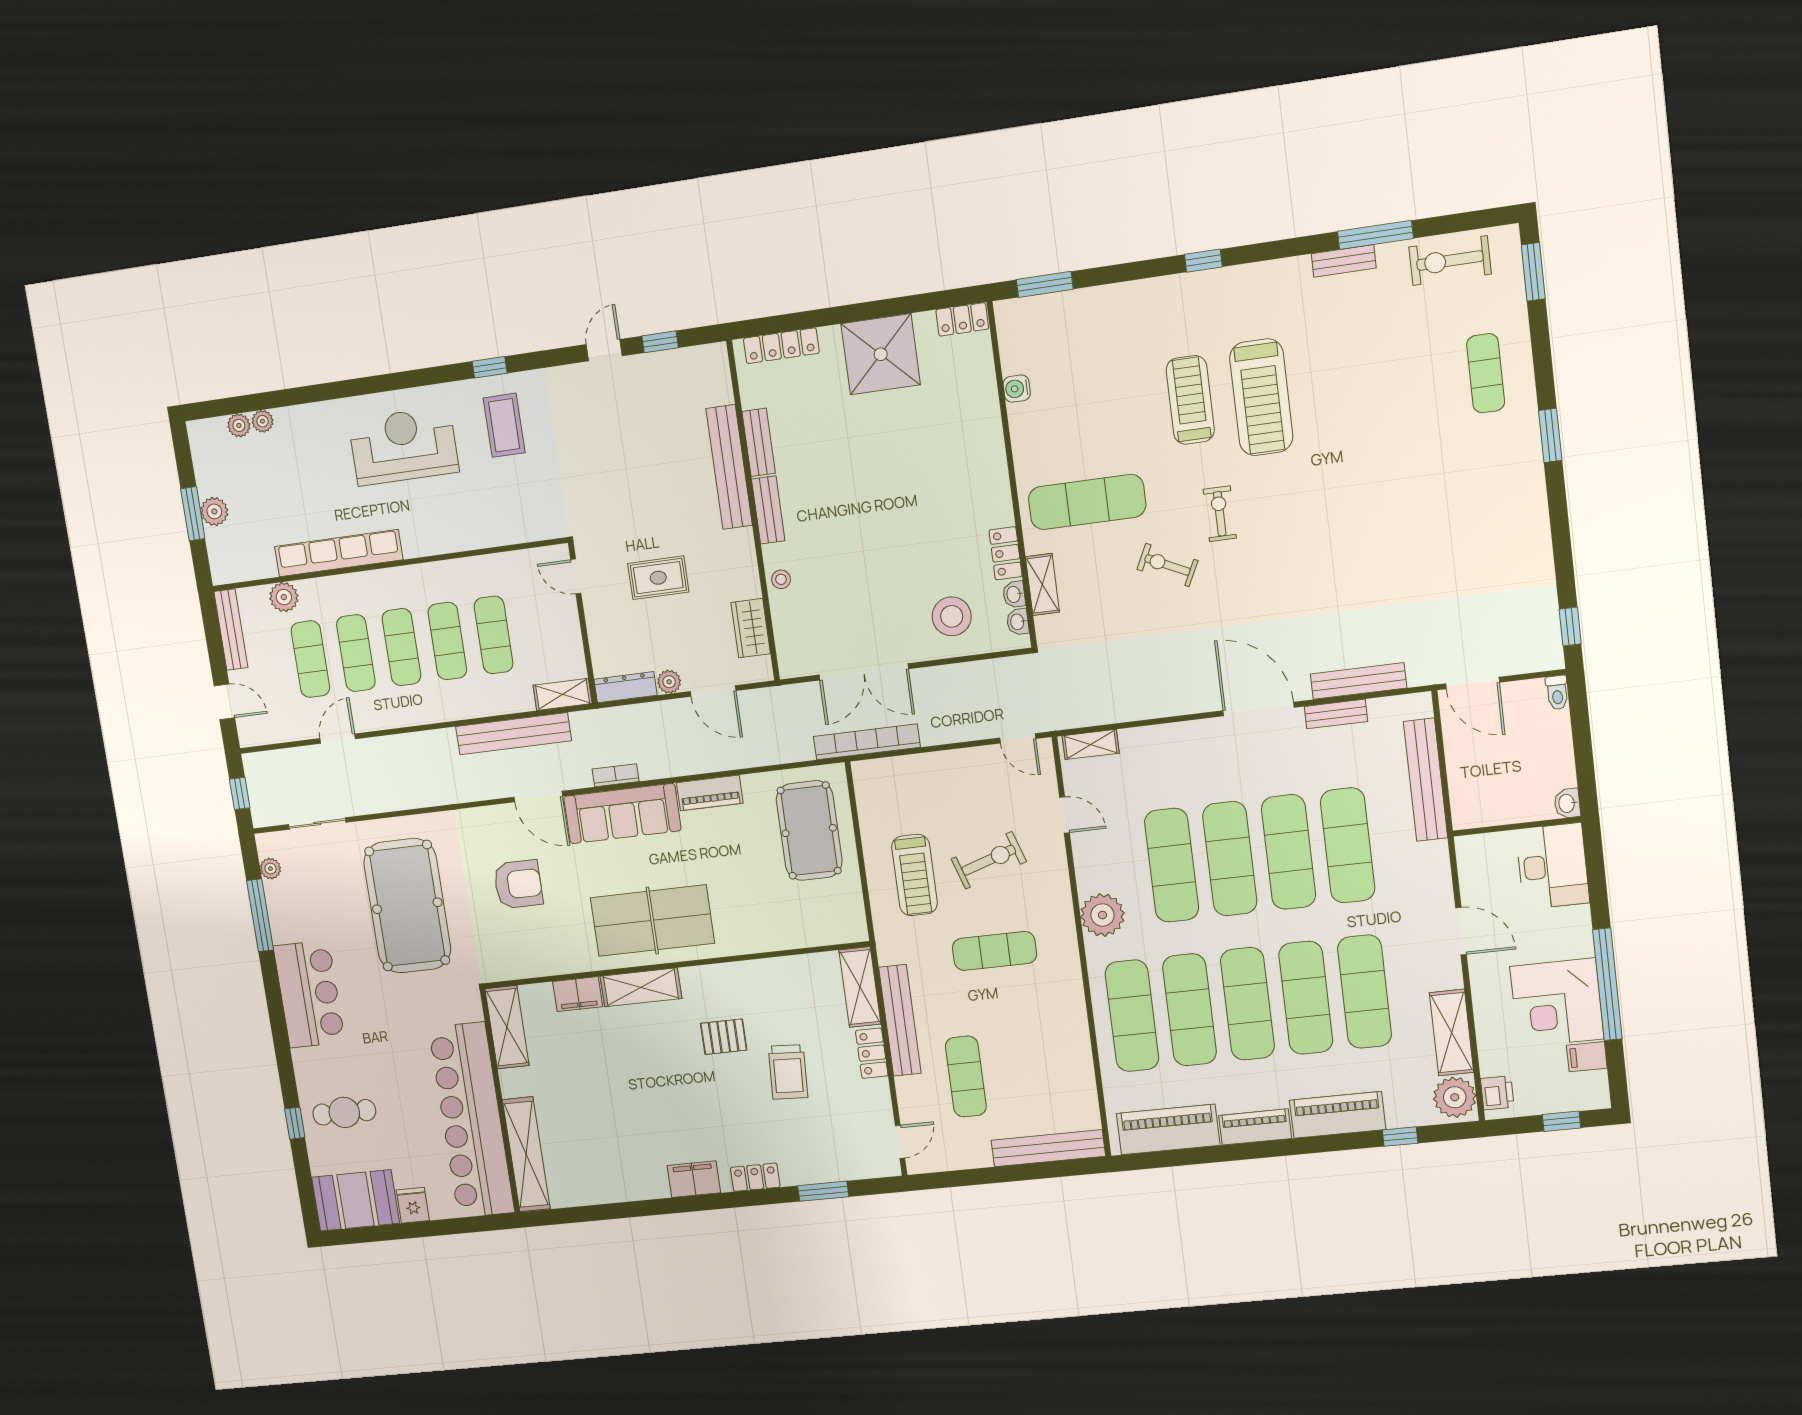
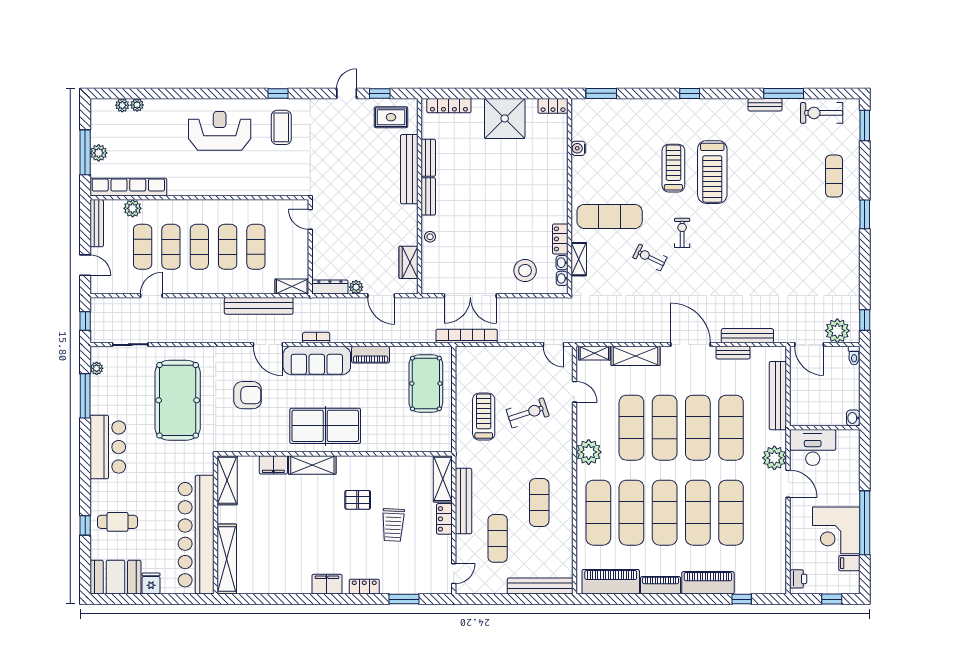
window: (193, 514) -> (85, 152), width x1.44
row of seats: (339, 553) -> (128, 187), moved
rug: (658, 578) -> (391, 117), moved
plant: (1522, 652) -> (837, 331), added
desk: (1553, 866) -> (813, 447), moved, turned -90
treadmill: (914, 875) -> (484, 417), turned 180
exercise mat: (994, 951) -> (539, 503), moved, turned 90
shelving: (1452, 1033) -> (635, 356), moved, turned 90
plant: (1455, 1097) -> (774, 458), moved

